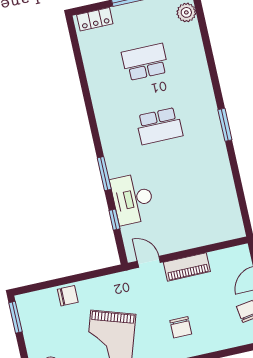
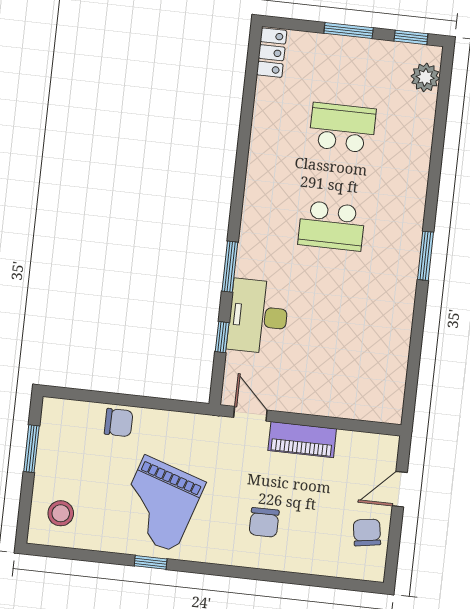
locker: (95, 19) -> (272, 53), moved, turned -90
window: (15, 317) -> (31, 449), moved

